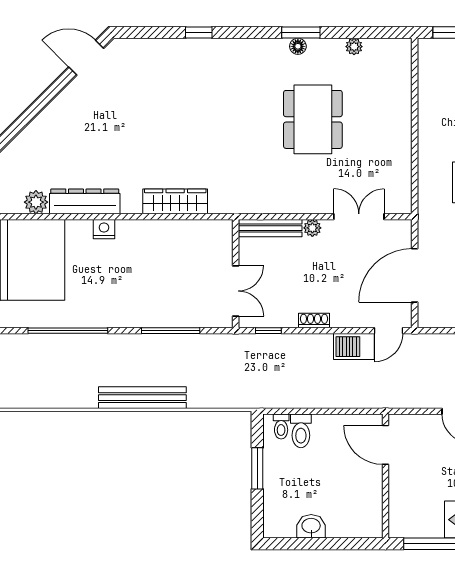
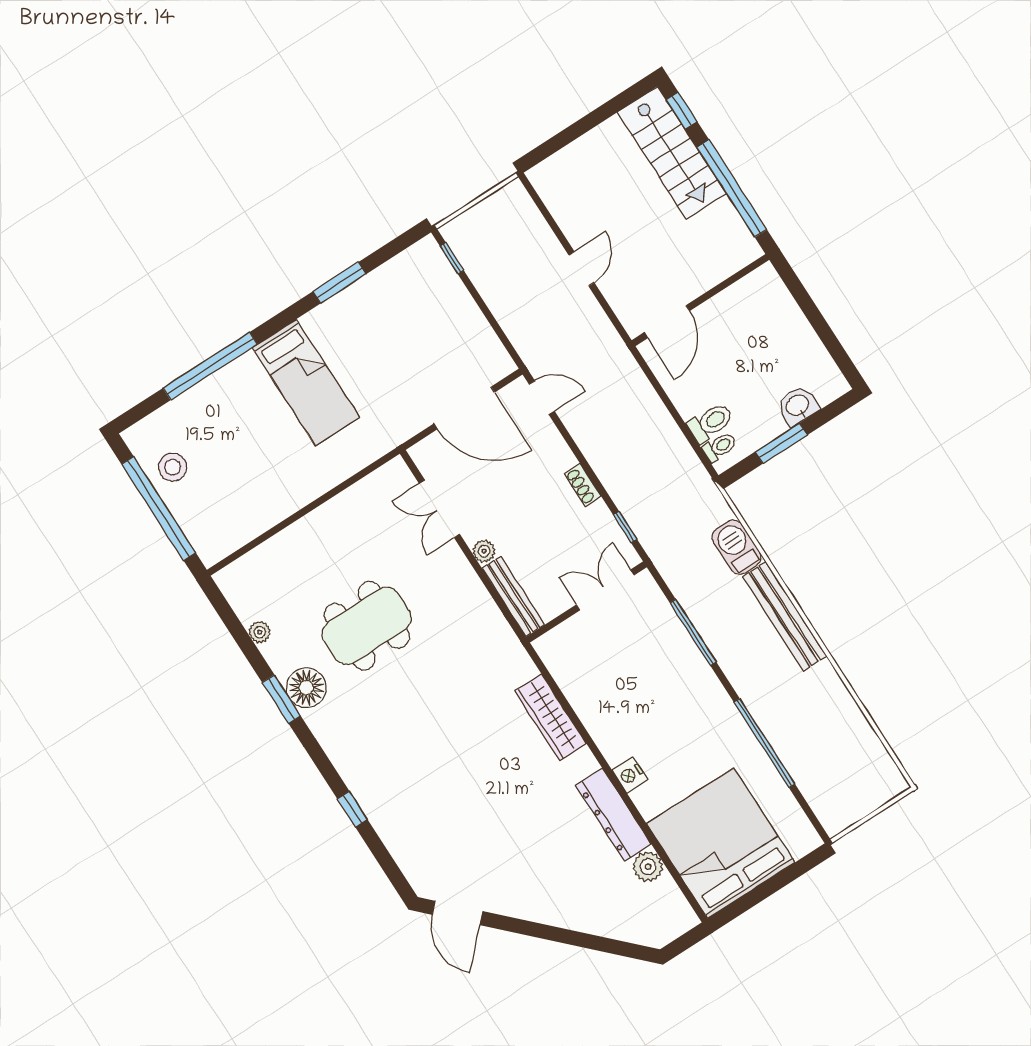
floor lamp: (298, 46) -> (306, 688), width x1.89, depth x1.89
barbecue: (354, 347) -> (737, 547), moved, turned 180
washbasin: (311, 526) -> (798, 406), moved, turned 90

